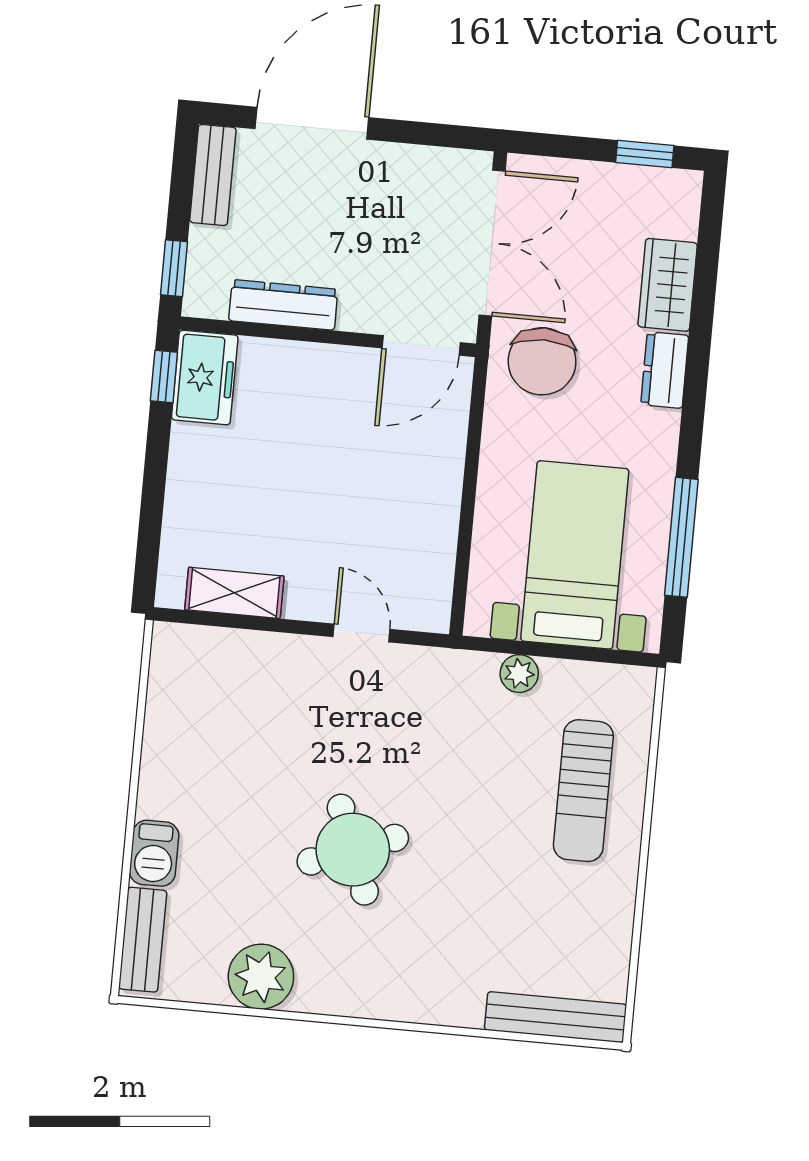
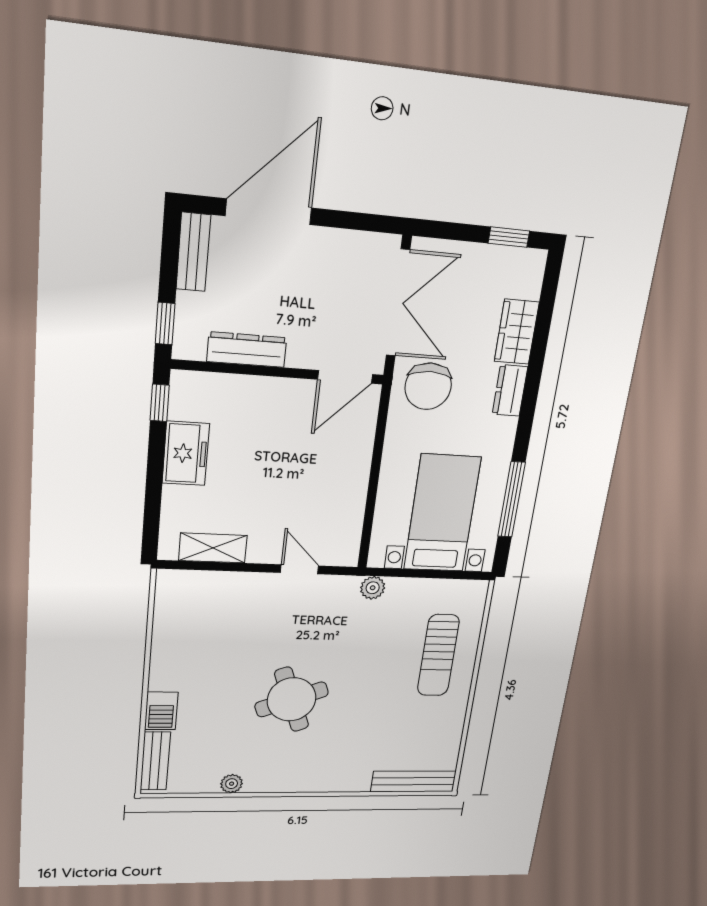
freezer: (205, 377) -> (186, 453), moved
plant: (519, 674) -> (373, 588), moved
plant: (261, 977) -> (232, 784), width x0.53, depth x0.53

